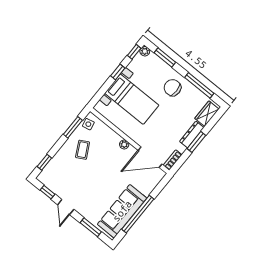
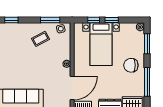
window: (134, 52) -> (94, 20), moved
chair: (173, 88) -> (131, 65), turned -90
door: (150, 157) -> (72, 88), swing flipped

